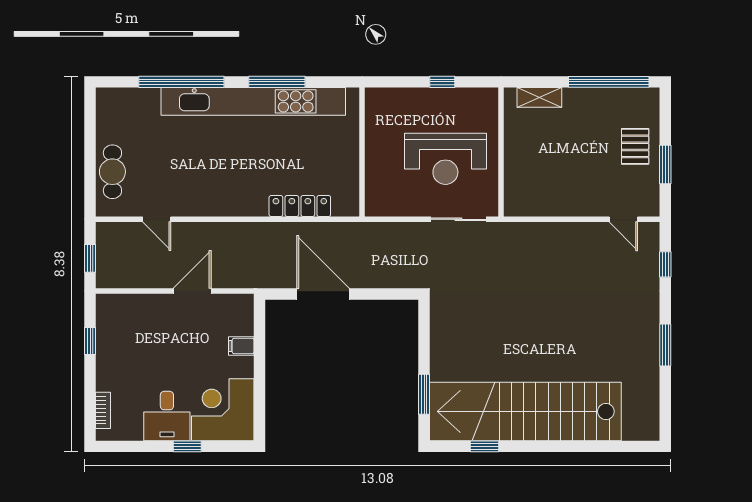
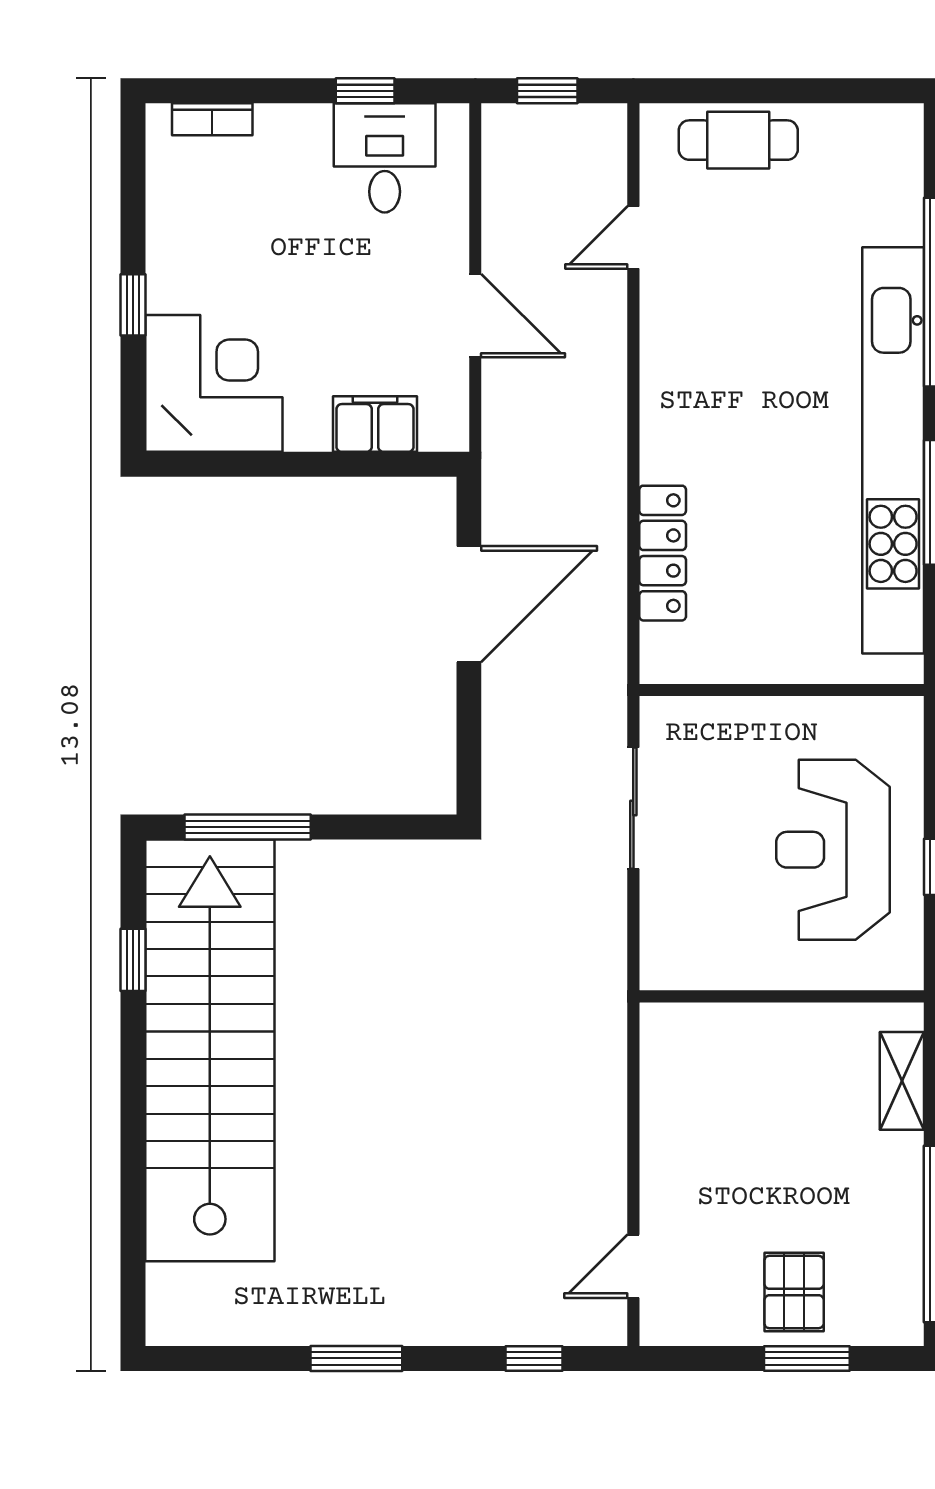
pallet: (635, 146) -> (794, 1292), turned 90
reception desk: (445, 159) -> (833, 850), moved
window: (665, 165) -> (807, 1358), moved
sliding door: (458, 219) -> (633, 808), moved
filing cabinet: (241, 346) -> (375, 424), width x2.00
window: (424, 394) -> (248, 827), width x1.44
desk: (167, 416) -> (385, 158), moved, turned 90

